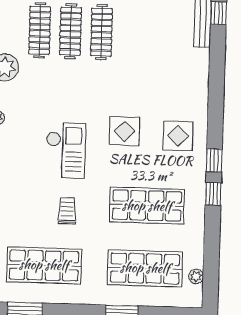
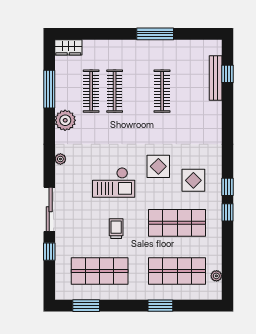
clothes rail: (101, 32) -> (162, 91), moved
display table: (178, 136) -> (193, 180), moved
checkout: (66, 150) -> (114, 182), turned 90

